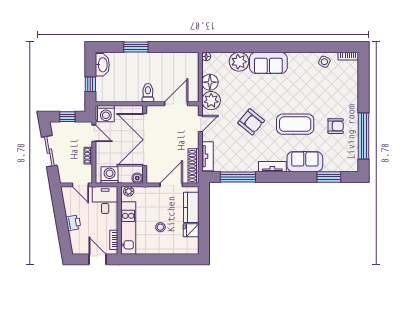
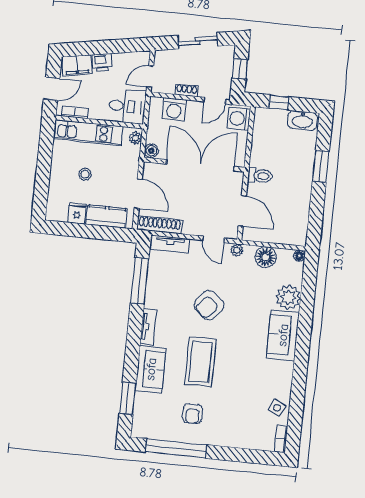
plant: (211, 101) -> (237, 250), width x0.53, depth x0.53
washing machine: (110, 175) -> (174, 109), moved, turned 90
filing cabinet: (78, 242) -> (77, 65), added

